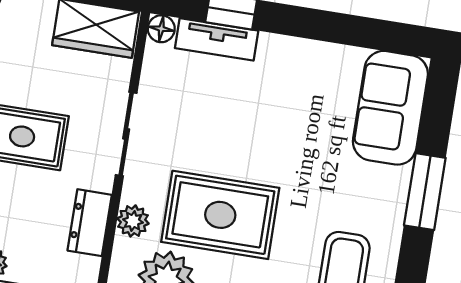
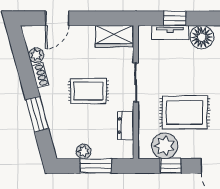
floor lamp: (161, 29) -> (202, 37), moved, width x1.89, depth x1.89
plant: (133, 221) -> (145, 122), removed

